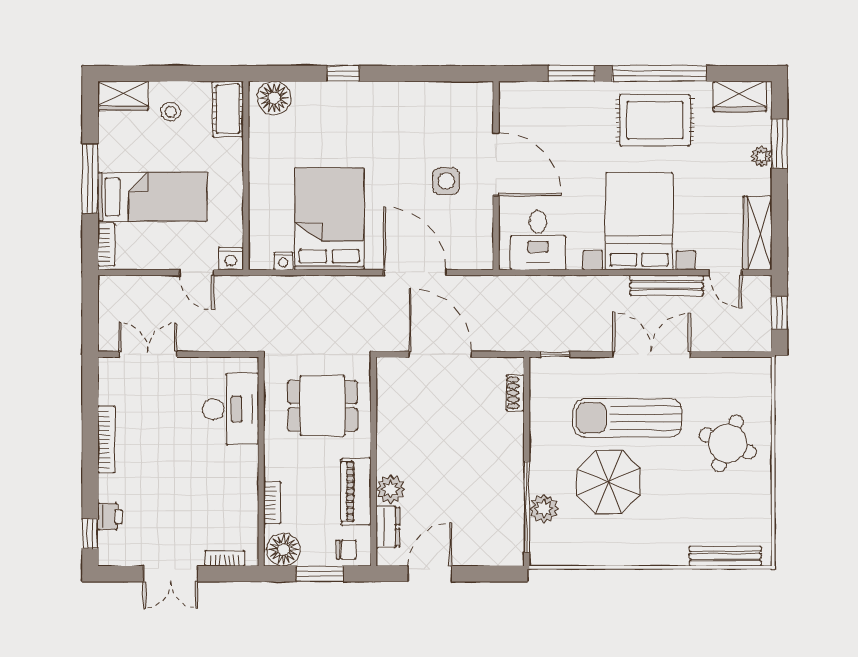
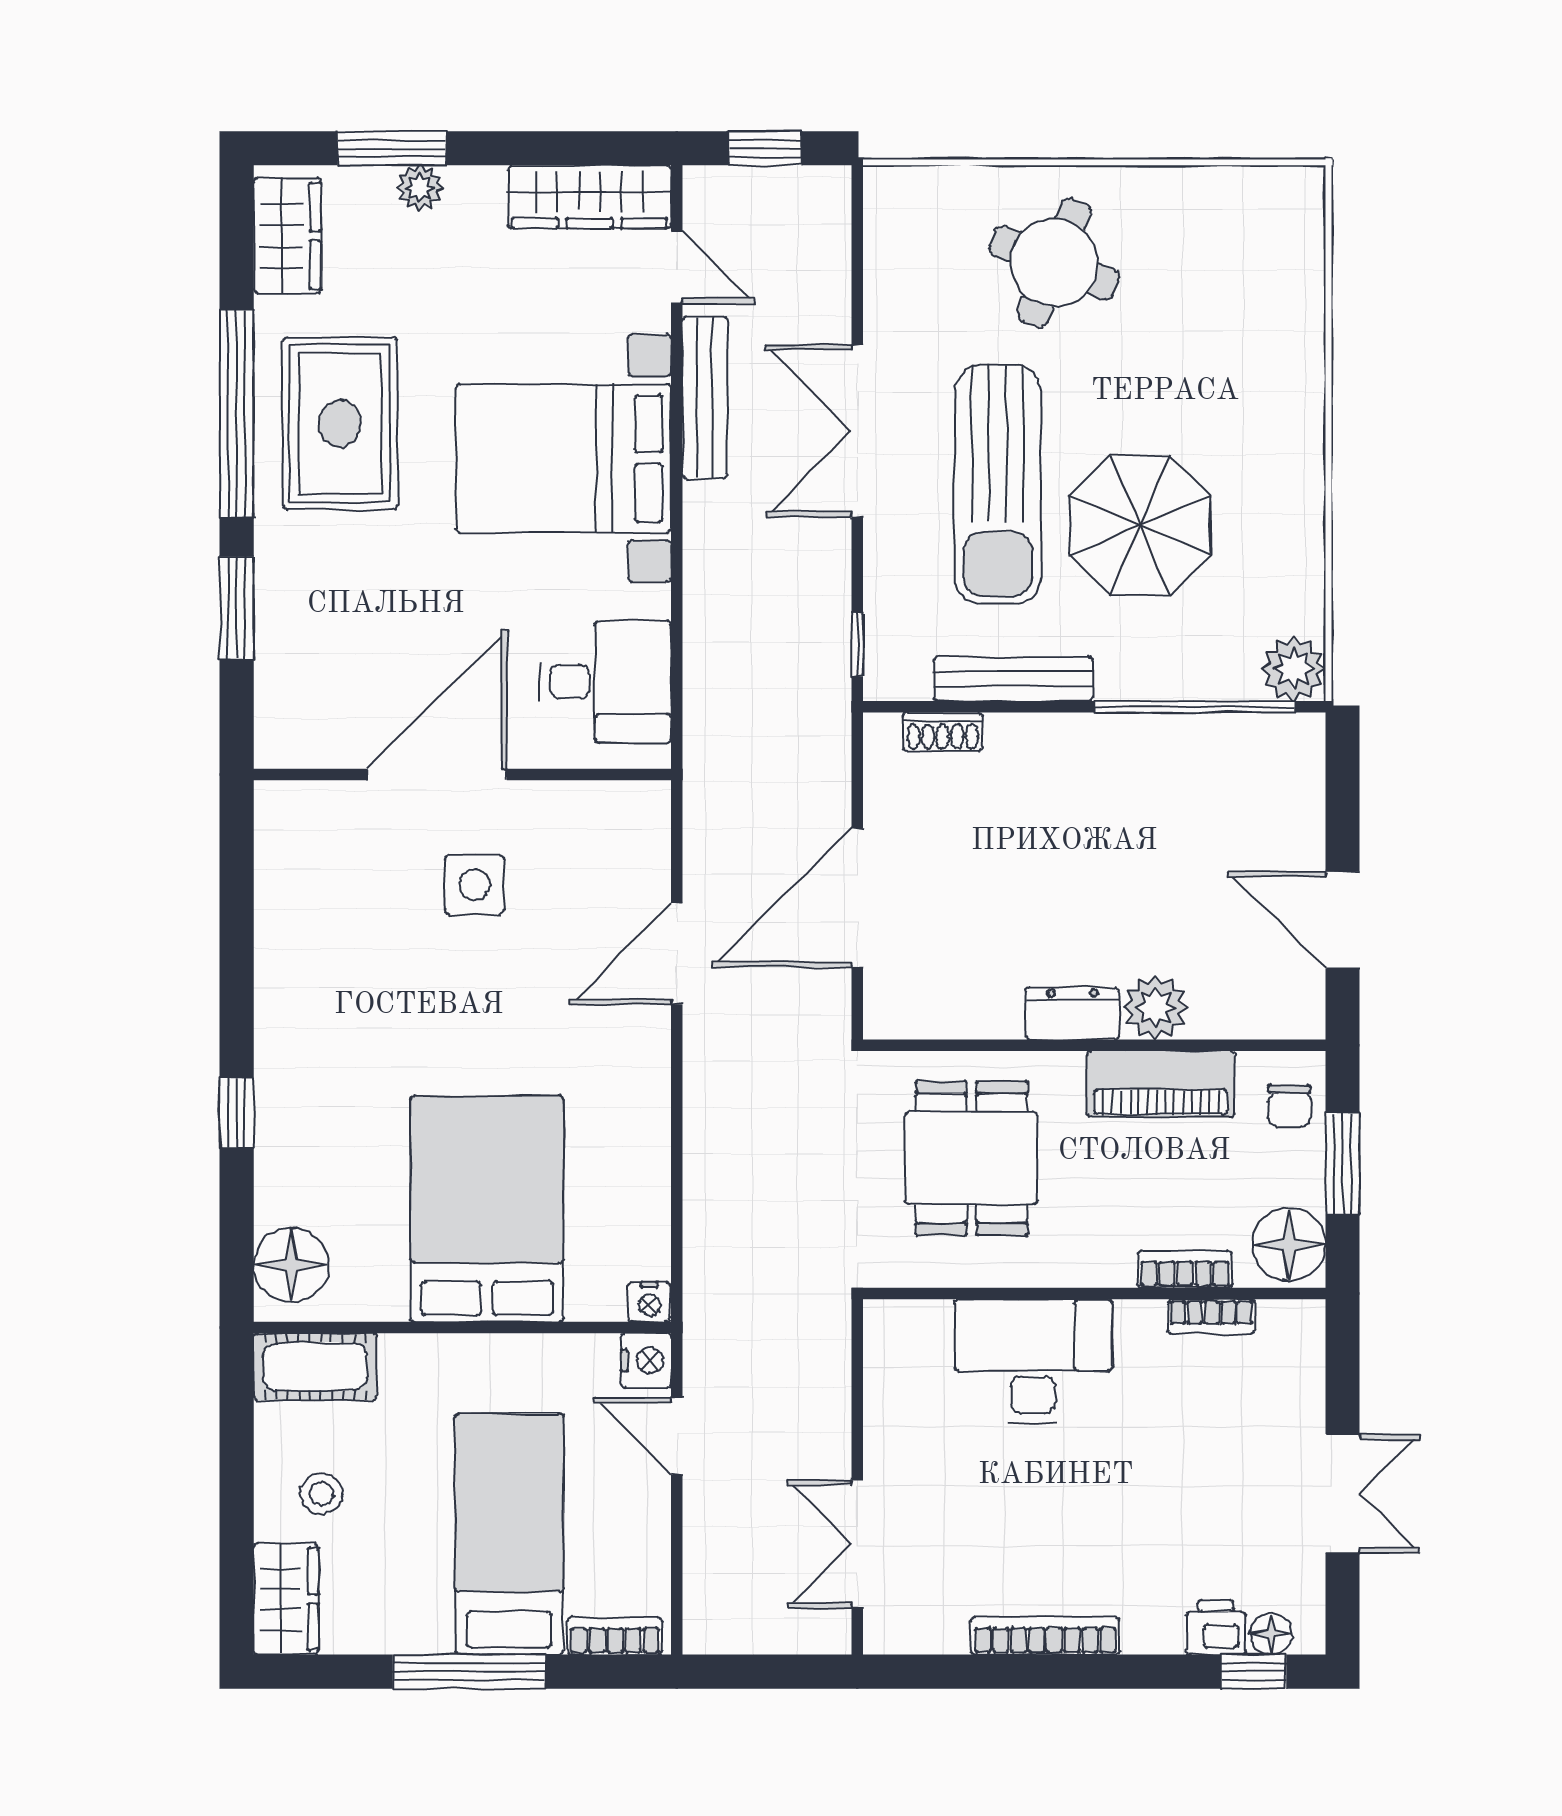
bed: (329, 219) -> (487, 1209), moved, turned 90
nightstand: (283, 261) -> (649, 1302), moved, turned 90
door: (197, 273) -> (677, 1436), swing flipped
door: (415, 273) -> (677, 954), width x0.73
door: (726, 273) -> (677, 267), hinge flipped
desk: (231, 409) -> (1033, 1361), moved
plant: (544, 508) -> (1293, 669), moved
dresser: (388, 527) -> (1072, 1014), moved
floor lamp: (107, 541) -> (1271, 1634), added
chair: (346, 550) -> (1289, 1106), turned 180
bench: (725, 556) -> (1013, 679), moved, turned 90
bookcase: (225, 558) -> (1211, 1317), moved, turned -90

